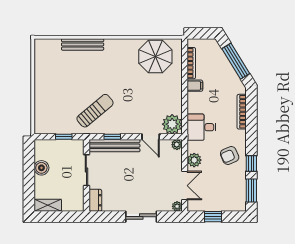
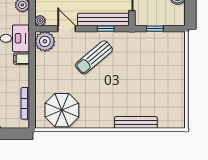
filing cabinet: (195, 86) -> (22, 59), moved
sun lounger: (95, 111) -> (94, 57), moved

